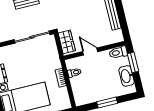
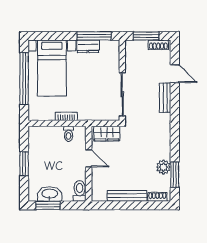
door: (90, 52) -> (89, 158), hinge flipped
window: (133, 62) -> (48, 205), moved

